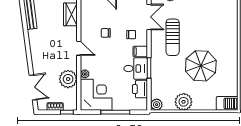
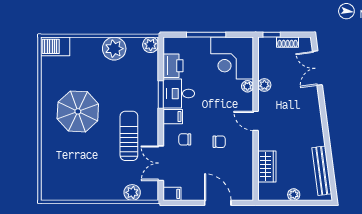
parasol: (201, 66) -> (78, 111), moved
plant: (68, 79) -> (264, 85), width x0.53, depth x0.53

